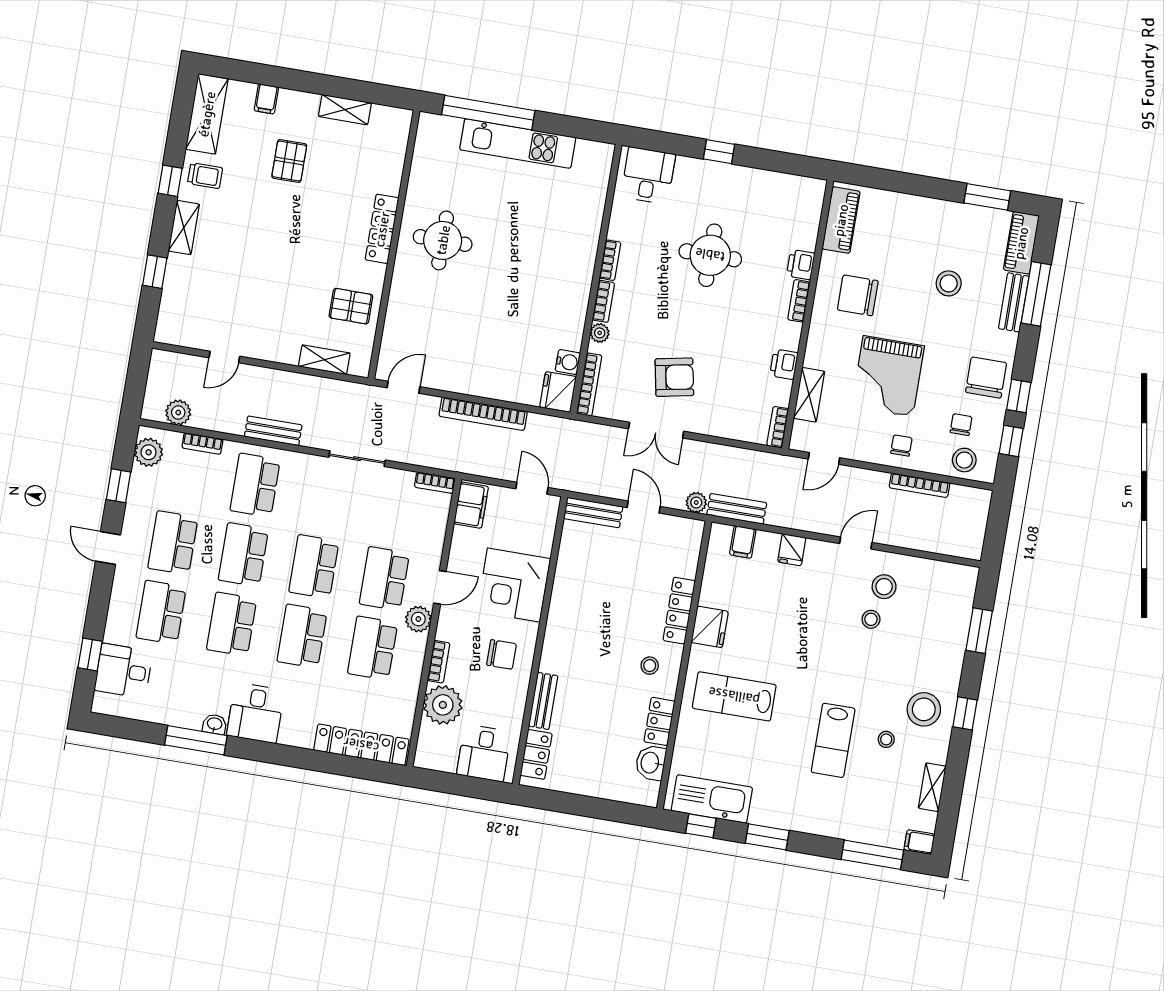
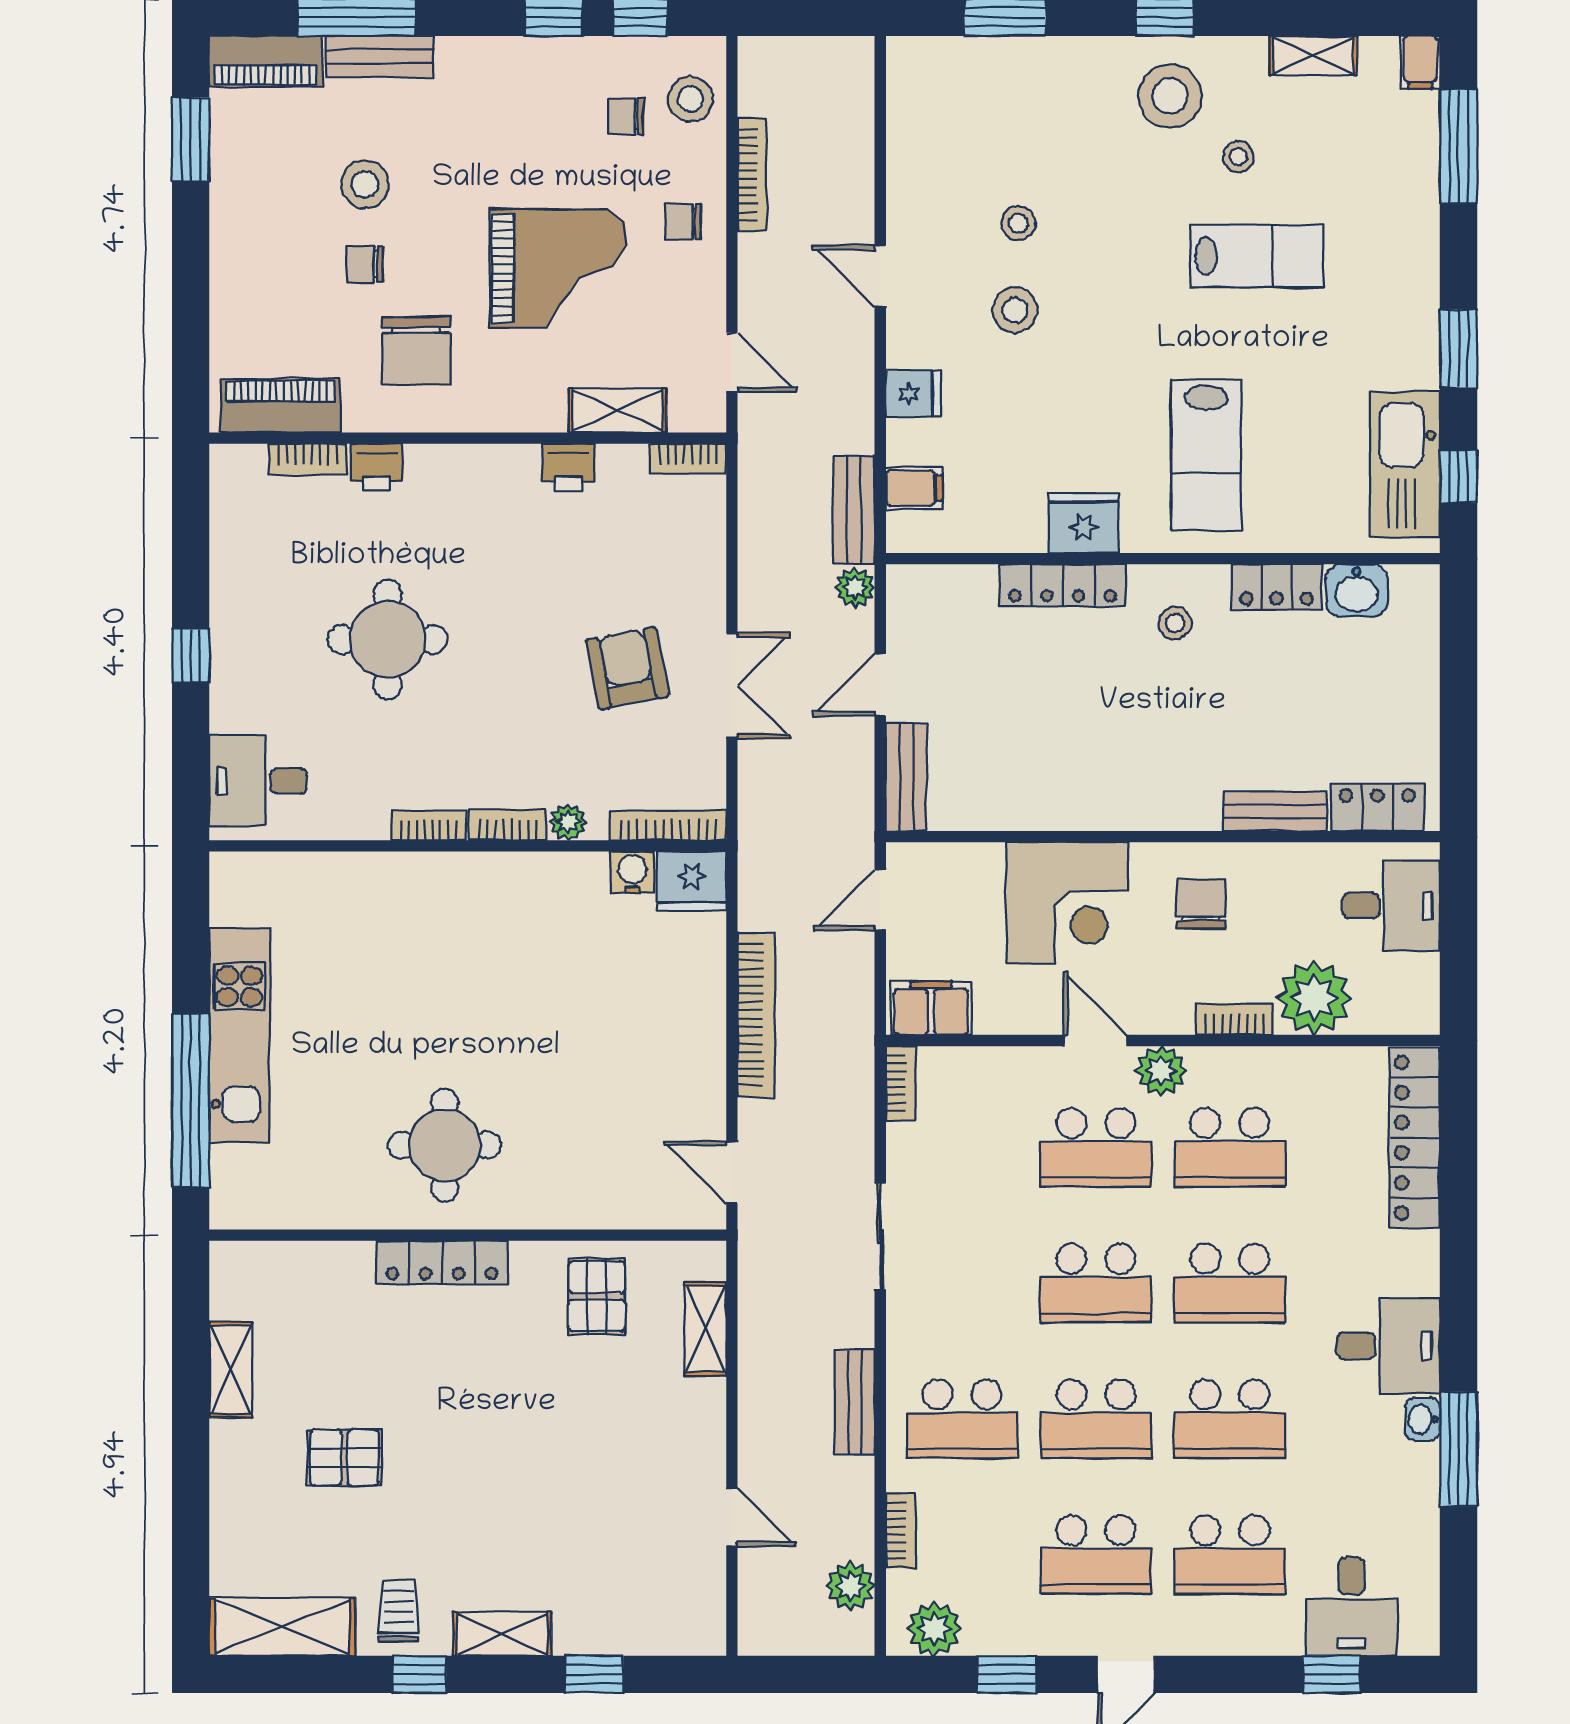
filing cabinet: (266, 99) -> (235, 1520), removed
bookcase: (799, 301) -> (308, 459), moved
chair: (986, 378) -> (365, 264), moved, width x0.54, depth x0.54
stool: (884, 587) -> (1015, 310), moved

